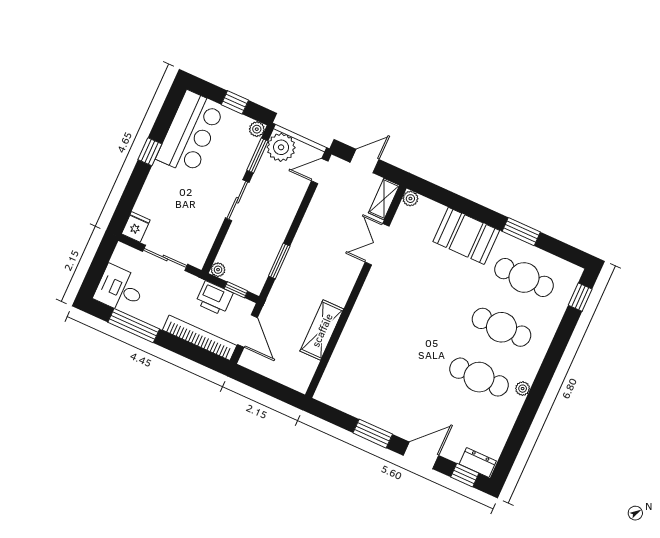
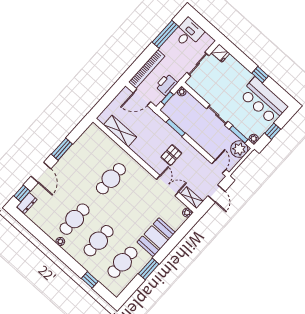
pallet: (326, 254) -> (171, 155), added
window: (580, 297) -> (90, 280), moved
shelving: (322, 330) -> (120, 131), moved
cafe table: (395, 339) -> (111, 179), added

